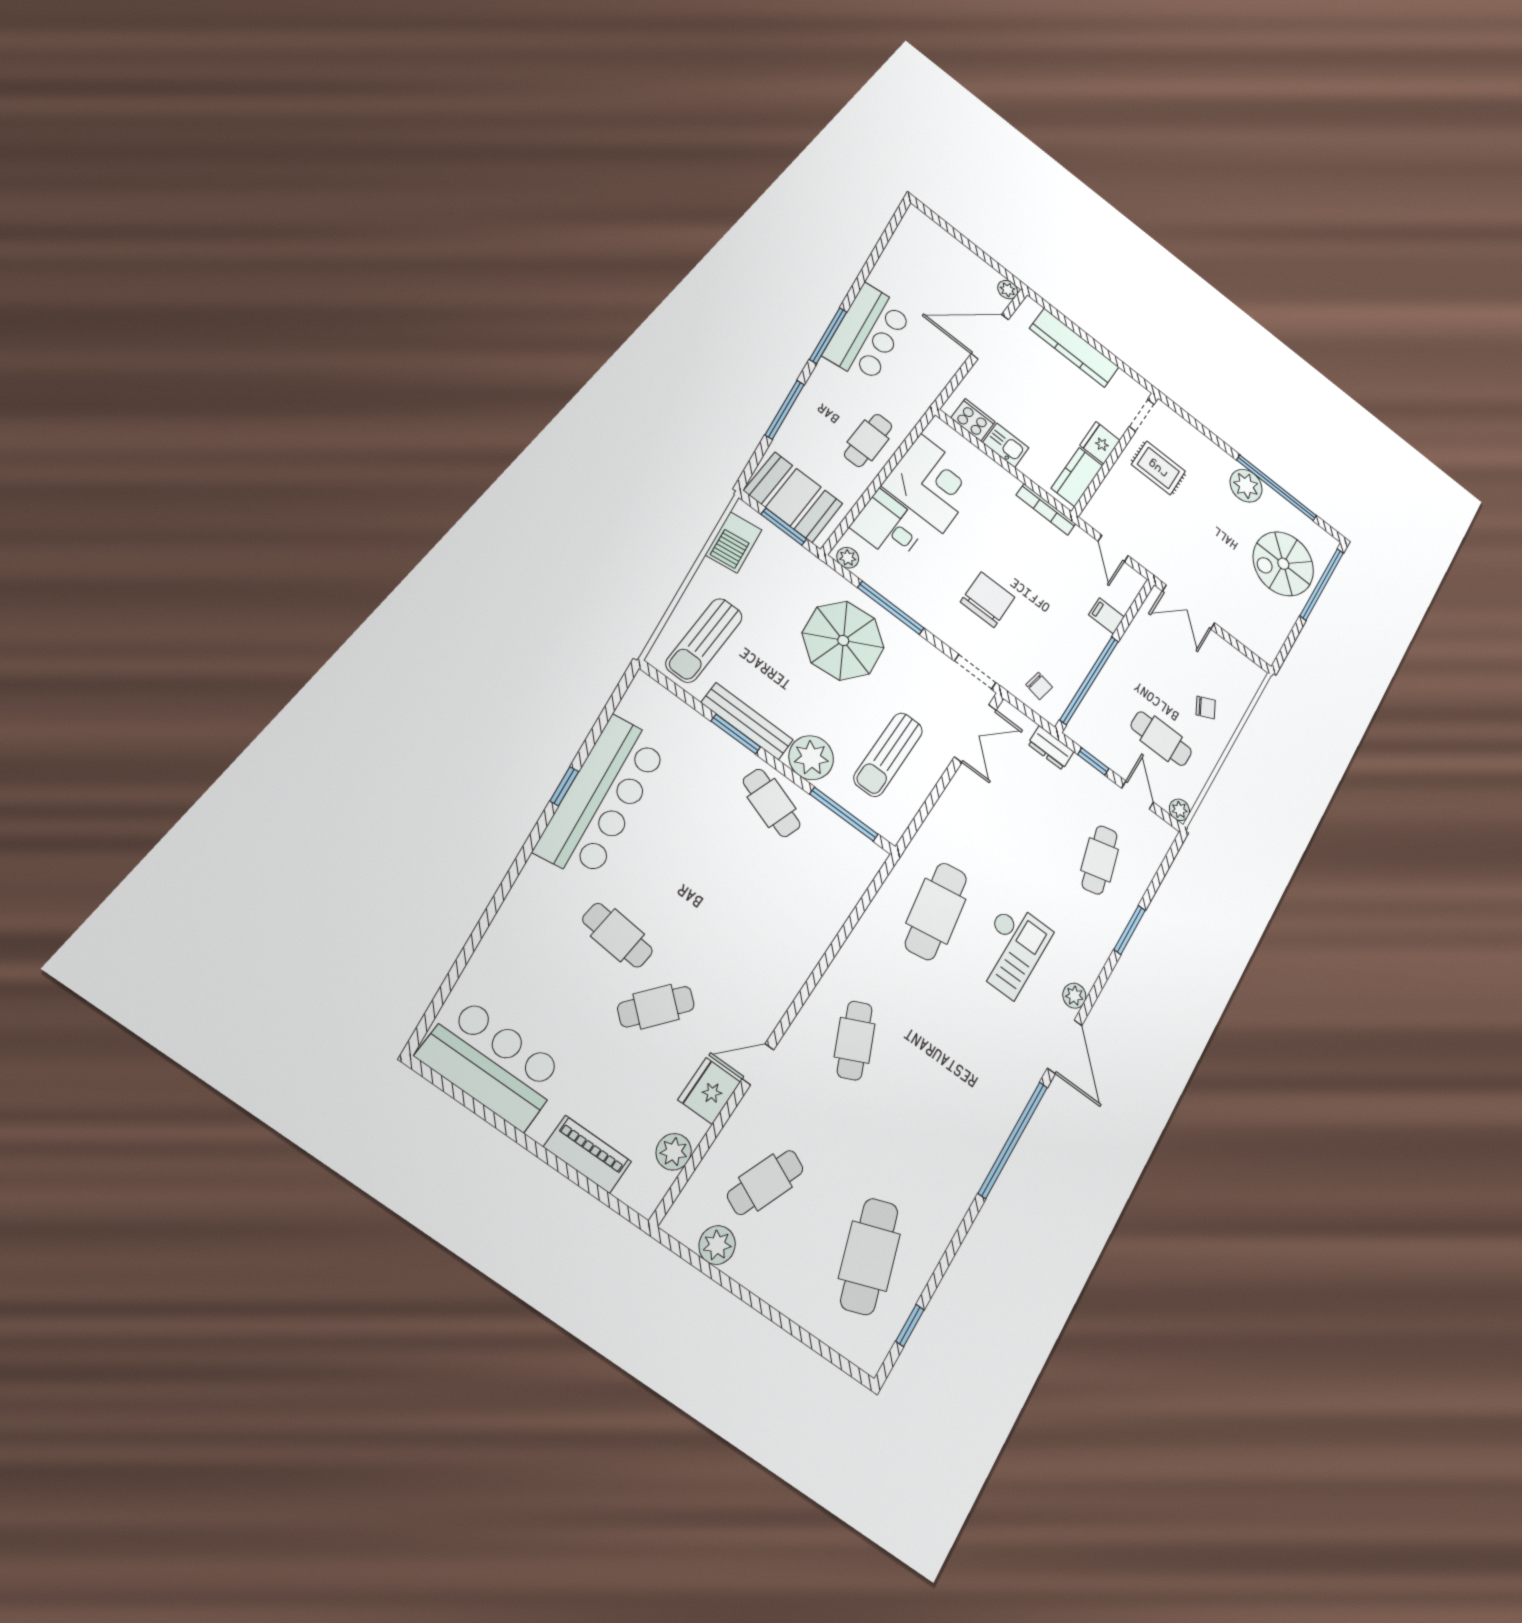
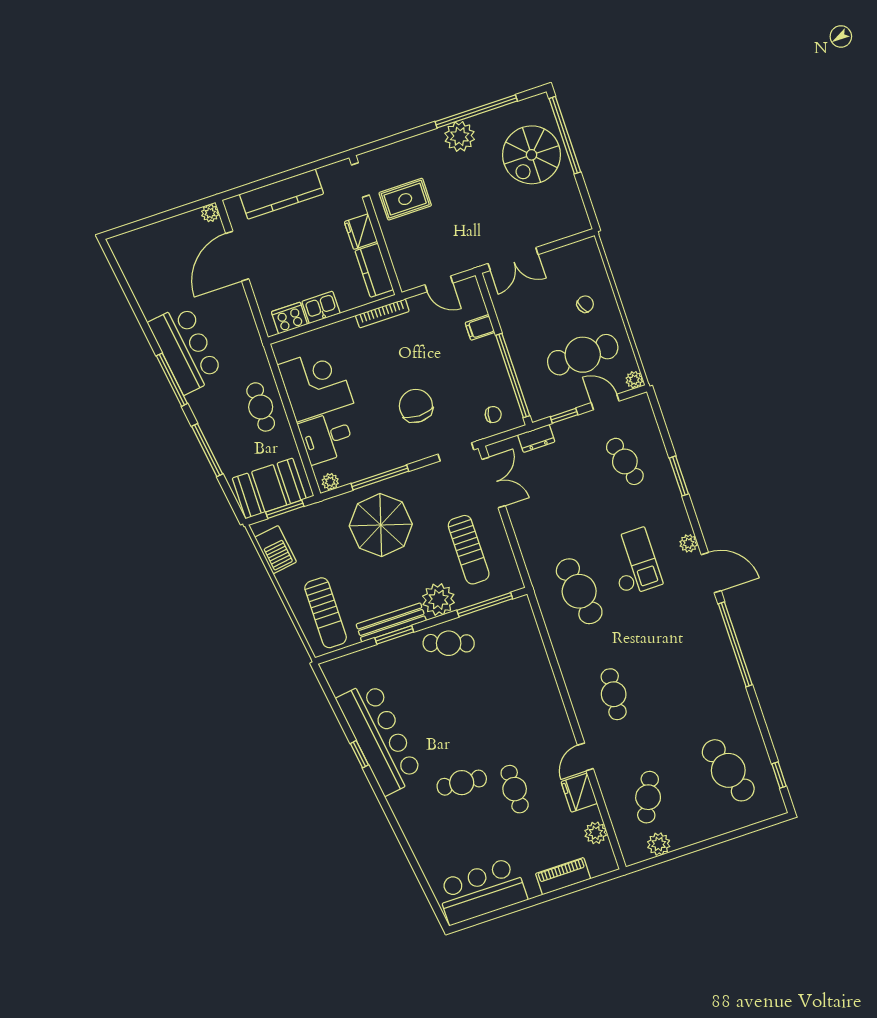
cafe table: (1161, 739) -> (583, 355), width x1.37, depth x1.35
cafe table: (656, 1007) -> (515, 789), turned -41
cafe table: (855, 1040) -> (614, 694), turned 30

